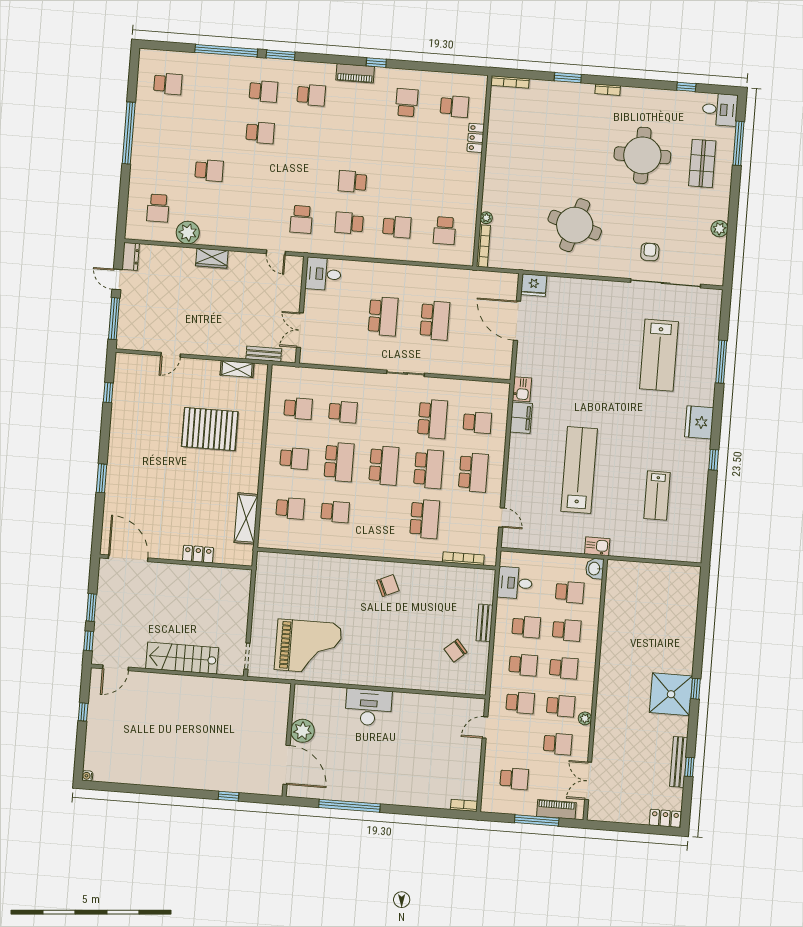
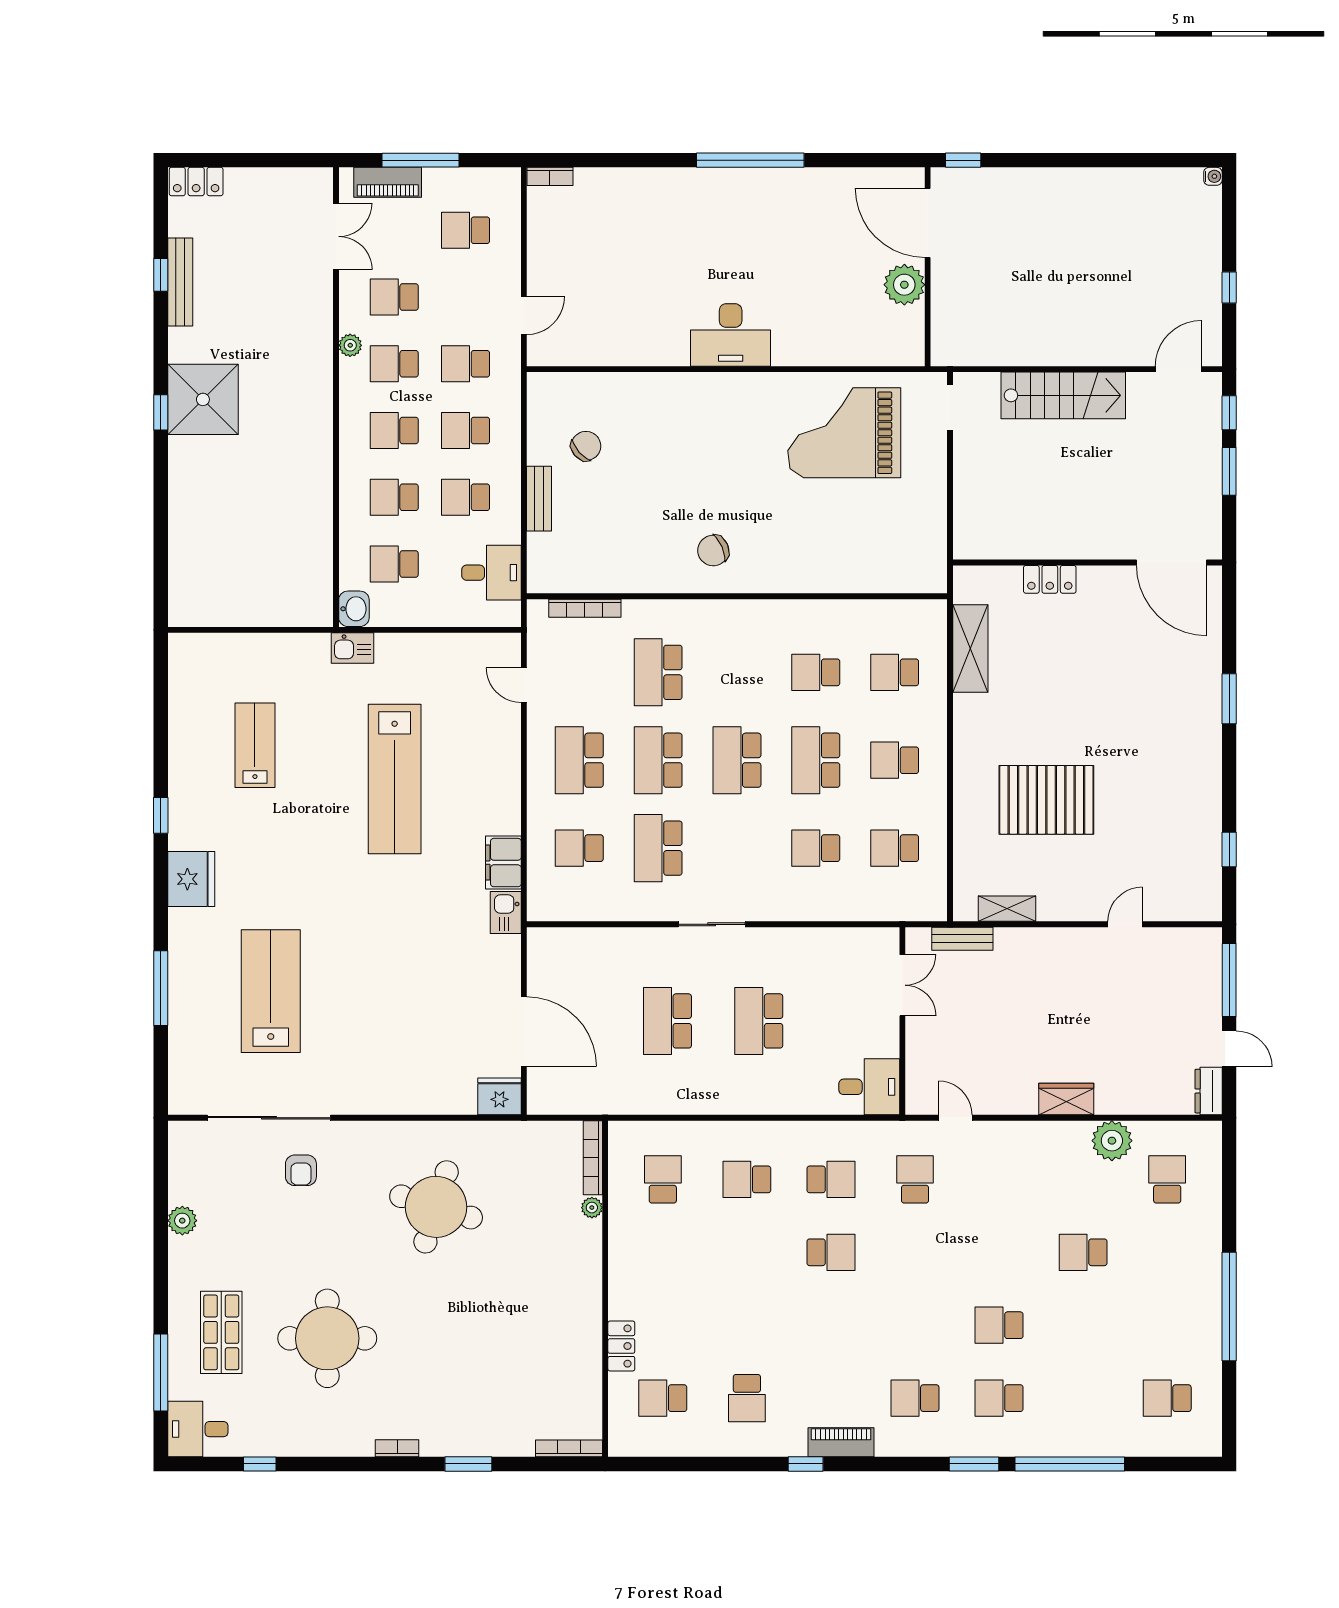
plant: (302, 731) -> (904, 285), moved
wall: (288, 740) -> (928, 267), moved
door: (286, 765) -> (928, 223), moved

